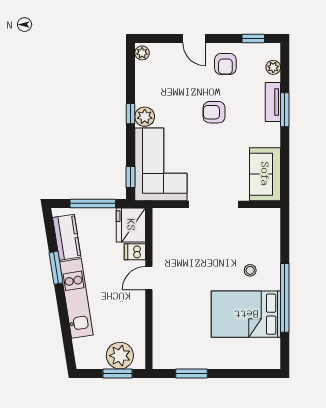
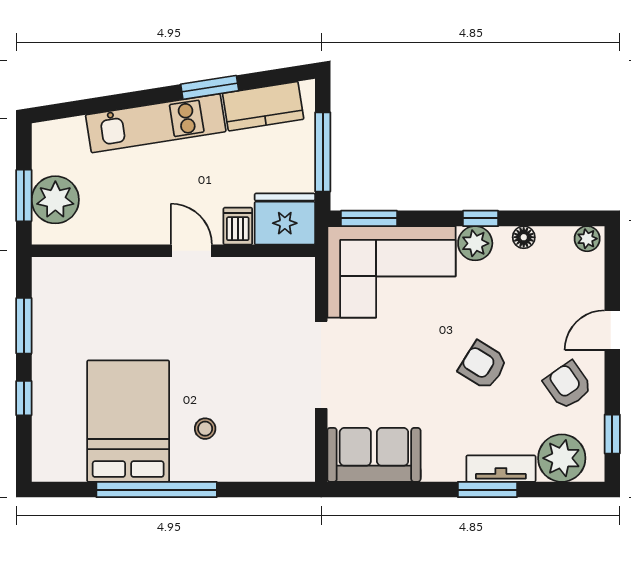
armchair: (225, 64) -> (568, 385), turned 55
plant: (273, 67) -> (562, 458), width x1.87, depth x1.87
floor lamp: (141, 89) -> (524, 237), added
armchair: (214, 112) -> (483, 365), turned -58
window: (131, 177) -> (369, 218), width x1.50
window: (233, 373) -> (24, 398), added

